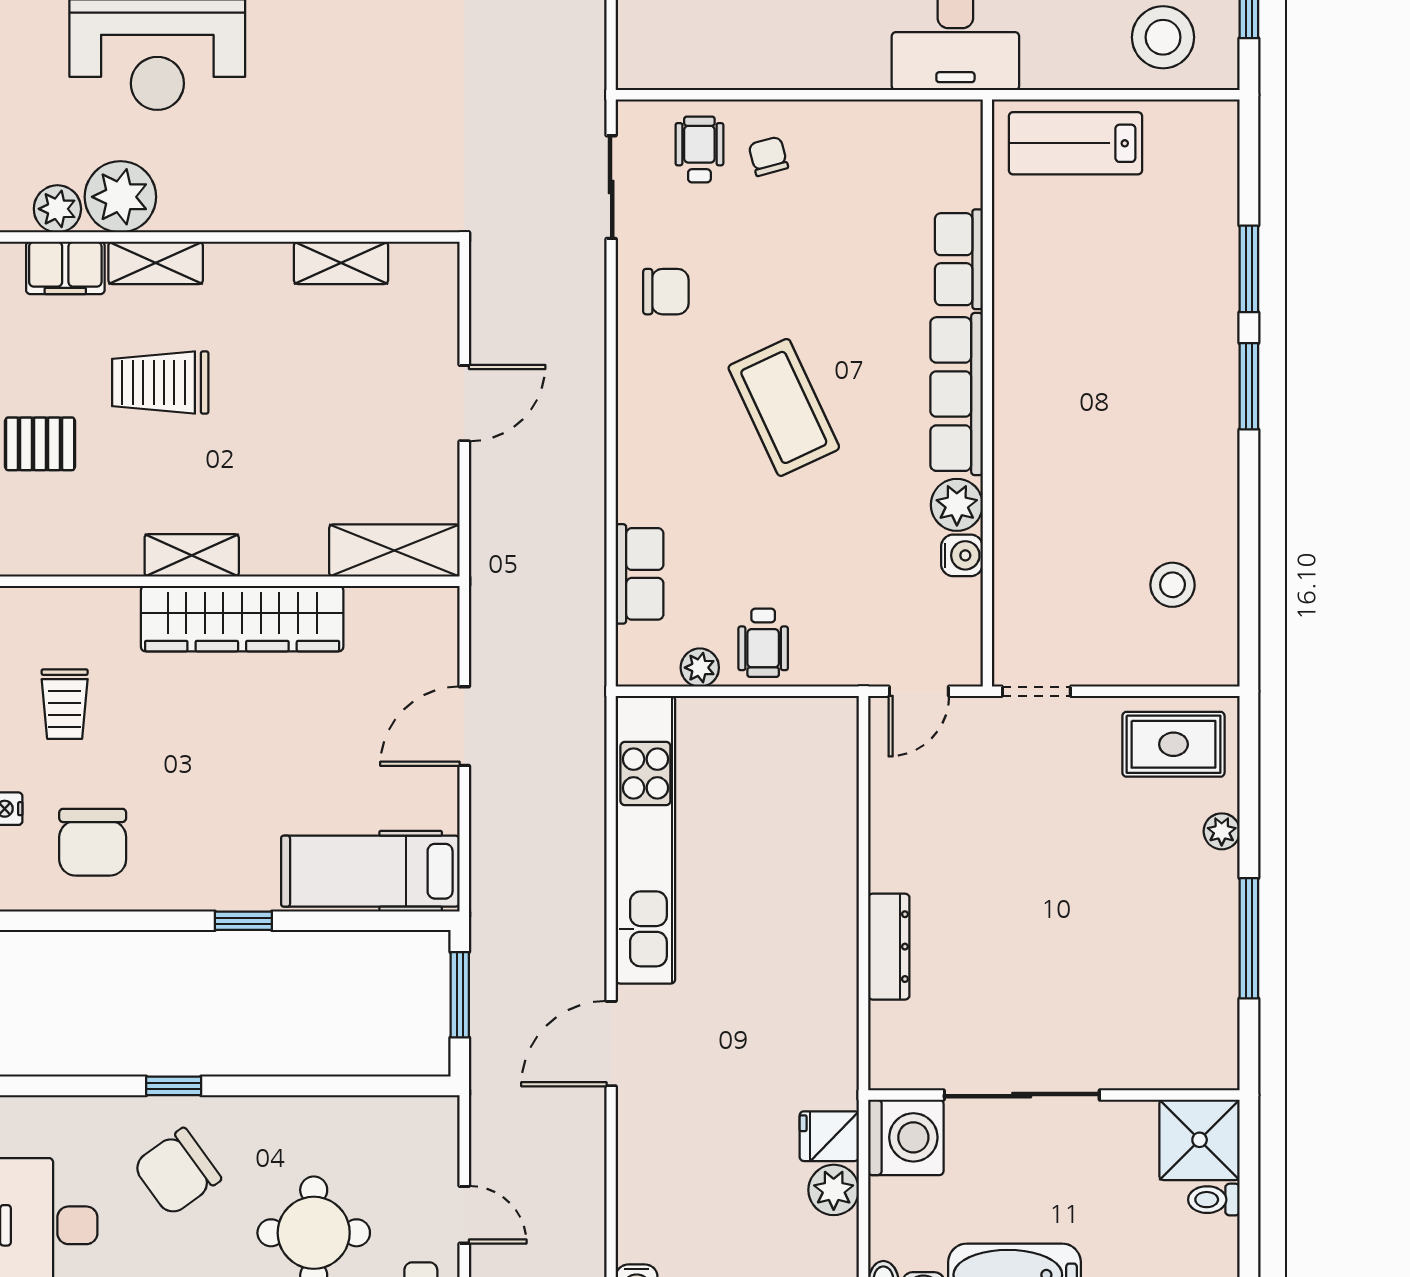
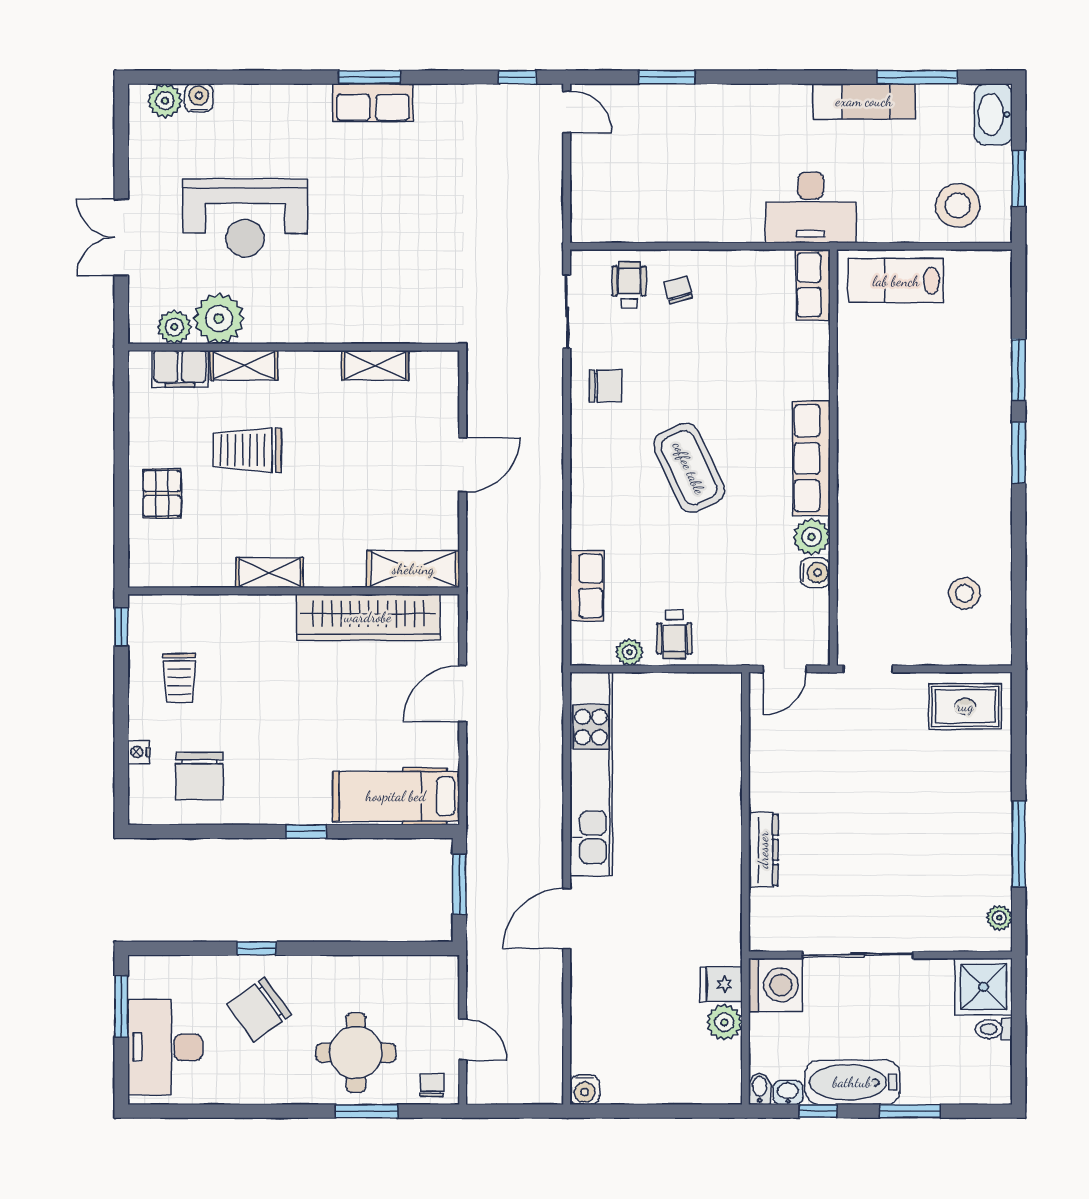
row of seats: (959, 259) -> (813, 285), moved
pallet: (40, 444) -> (162, 494), turned 90
wardrobe: (242, 619) -> (368, 617), moved
plant: (1222, 831) -> (999, 918), moved

